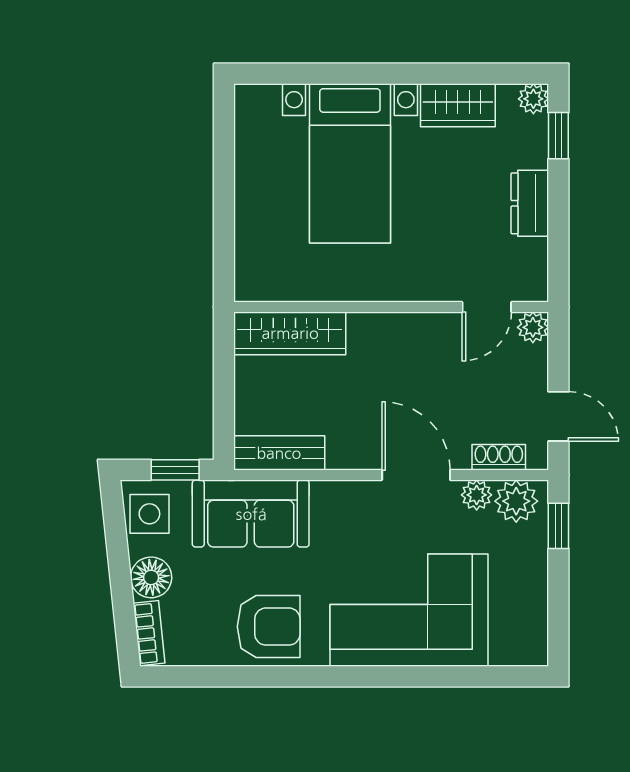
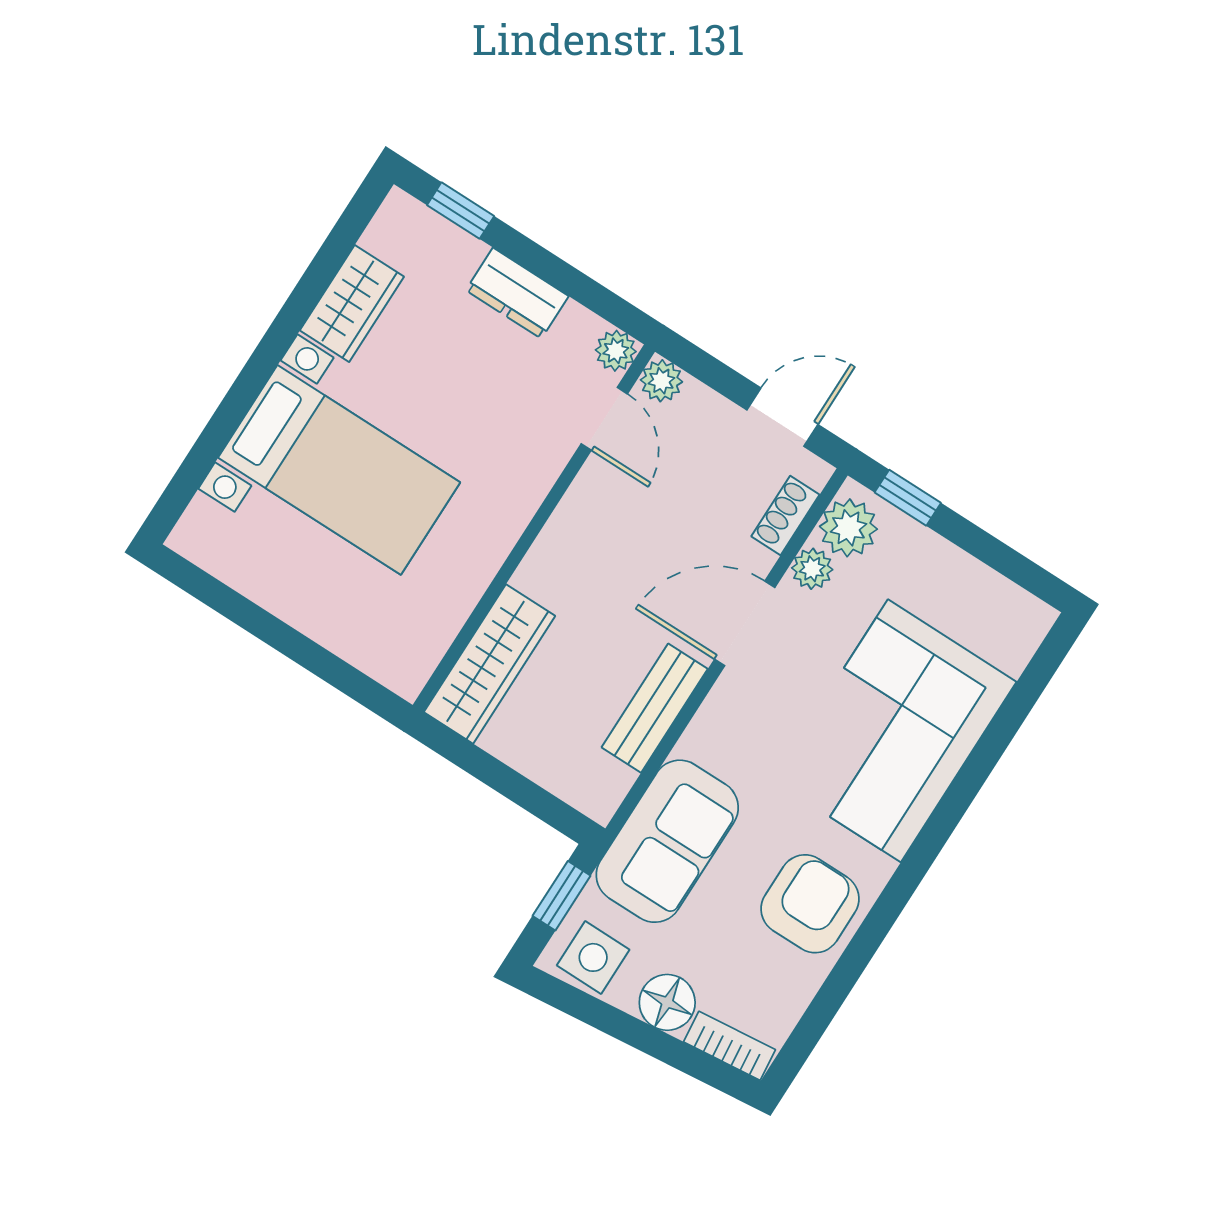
plant: (533, 99) -> (616, 351), moved
bench: (279, 453) -> (655, 708), moved

